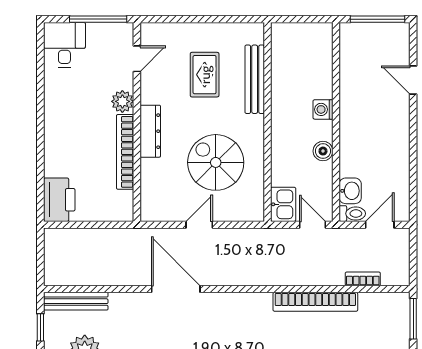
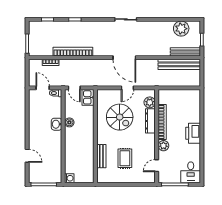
bench: (255, 79) -> (101, 156), width x0.73
washing machine: (323, 109) -> (69, 178), moved
dresser: (150, 131) -> (150, 121), moved
washbasin: (350, 191) -> (57, 124), moved
plant: (152, 194) -> (150, 102), added
printer: (59, 200) -> (193, 133), moved
door: (380, 225) -> (43, 88), swing flipped
bench: (89, 275) -> (179, 64), added
door: (176, 289) -> (124, 58), moved

